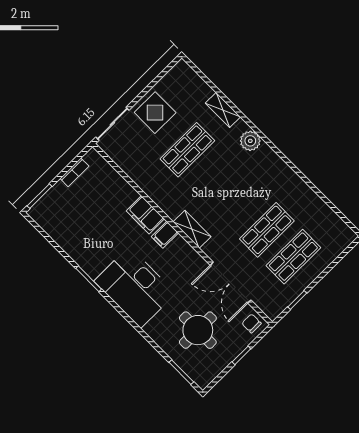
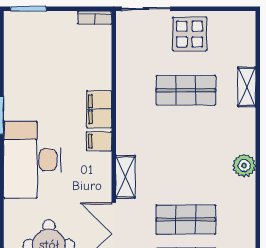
plant: (250, 141) -> (244, 165), moved
bookcase: (74, 172) -> (95, 18), moved
shelving: (192, 229) -> (125, 177), moved

